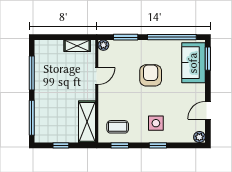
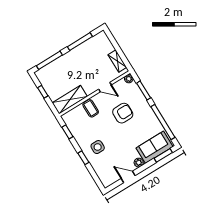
armchair: (151, 75) -> (123, 113), moved
coffee table: (118, 127) -> (91, 108), moved
plant: (199, 137) -> (139, 163), moved

